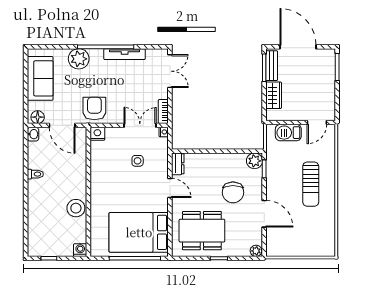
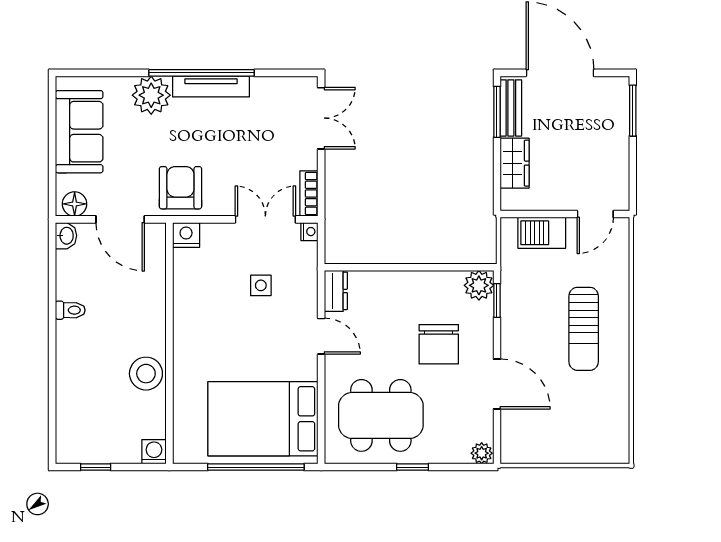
tv unit: (125, 54) -> (211, 86), moved

